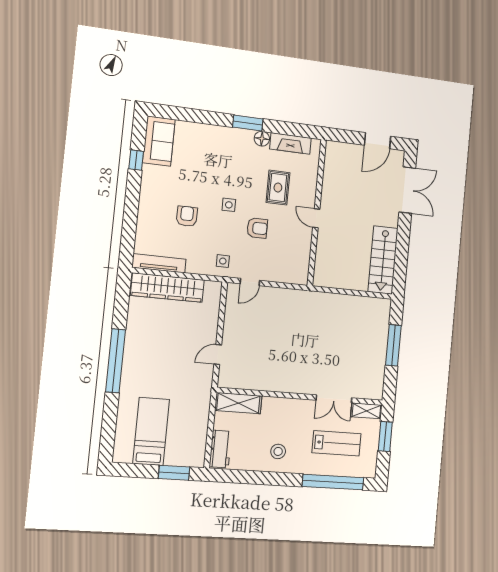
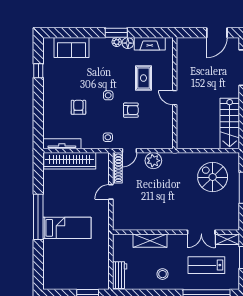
plant: (247, 135) -> (117, 42), added
sofa: (159, 141) -> (72, 47), moved, turned 90
plant: (280, 299) -> (153, 161), added
shoe rack: (232, 303) -> (117, 168), added
spiral stairs: (355, 328) -> (213, 177), added
door: (218, 354) -> (111, 192), moved
shelving: (238, 403) -> (150, 241), moved
bed: (151, 431) -> (67, 228), moved, turned 90
lab bench: (336, 443) -> (206, 265), turned 180

